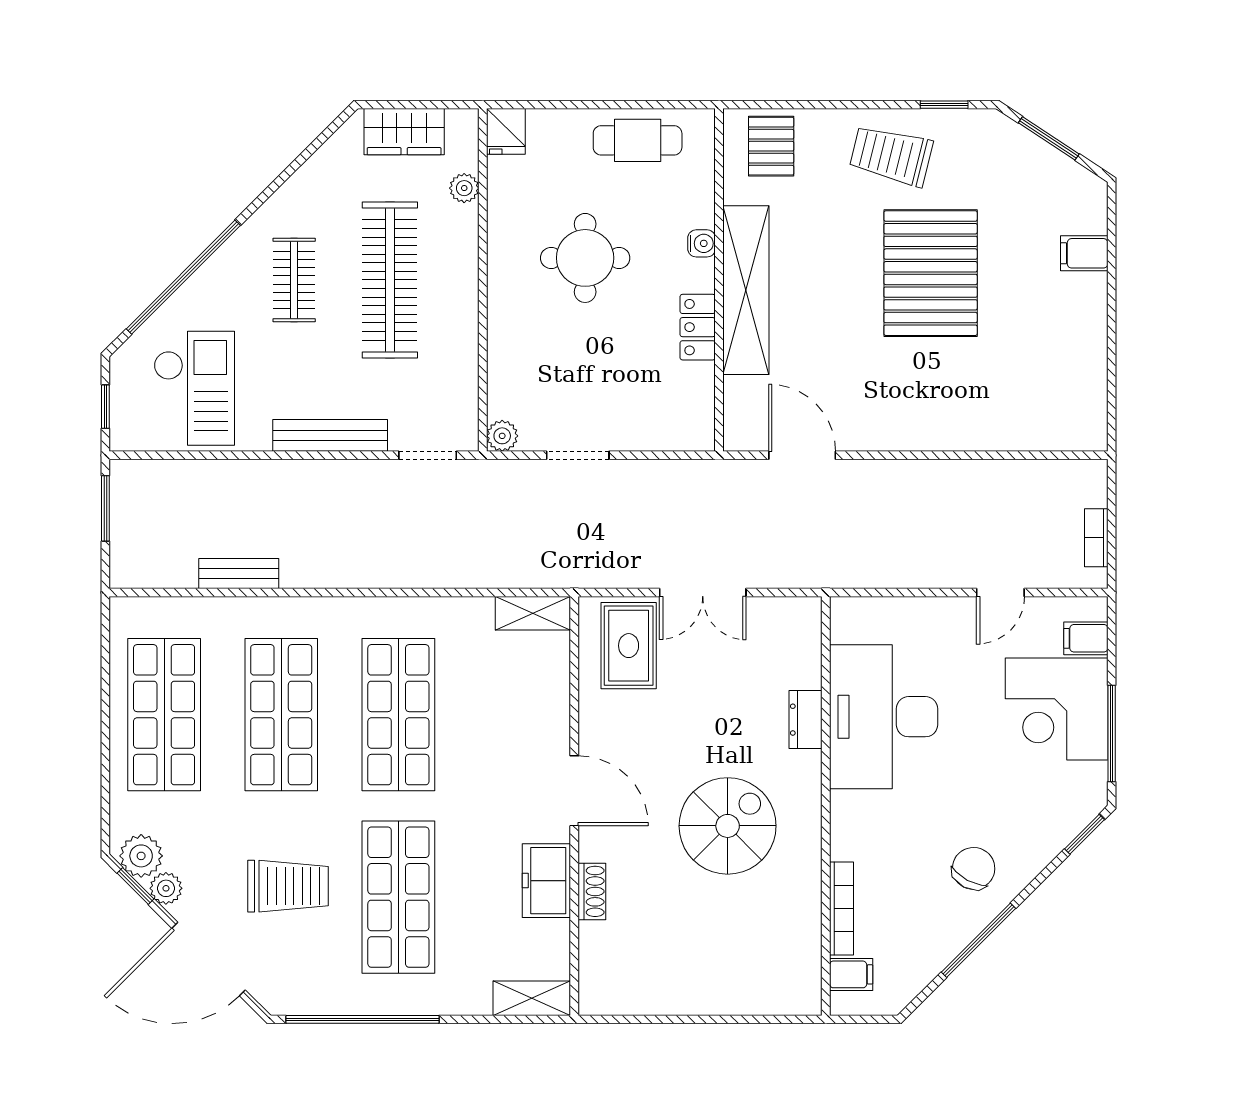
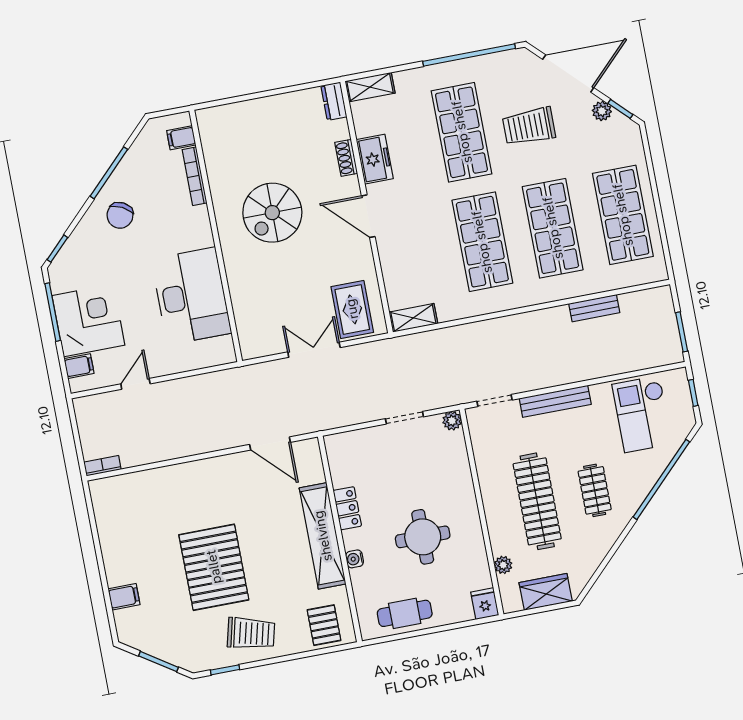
bookcase: (1096, 538) -> (102, 466), moved, turned -90
dresser: (806, 720) -> (334, 101), moved, turned 180
plant: (141, 856) -> (620, 128), removed

